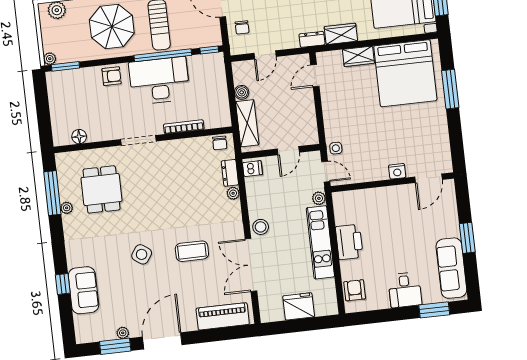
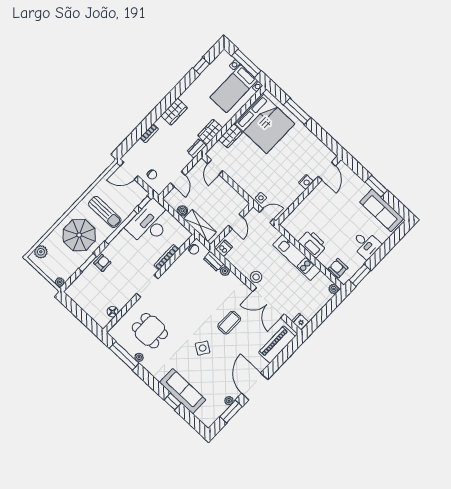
window: (65, 66) -> (88, 263), moved
desk: (159, 81) -> (150, 223), moved
plant: (319, 198) -> (334, 289), moved
sofa: (83, 290) -> (183, 391), width x1.36
fridge: (299, 306) -> (300, 322), moved, width x0.53, depth x0.75
window: (434, 310) -> (360, 275), moved

